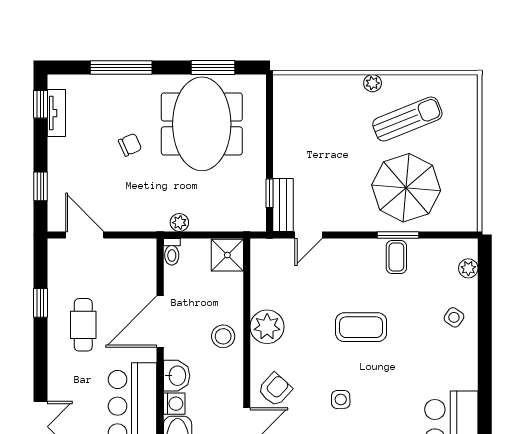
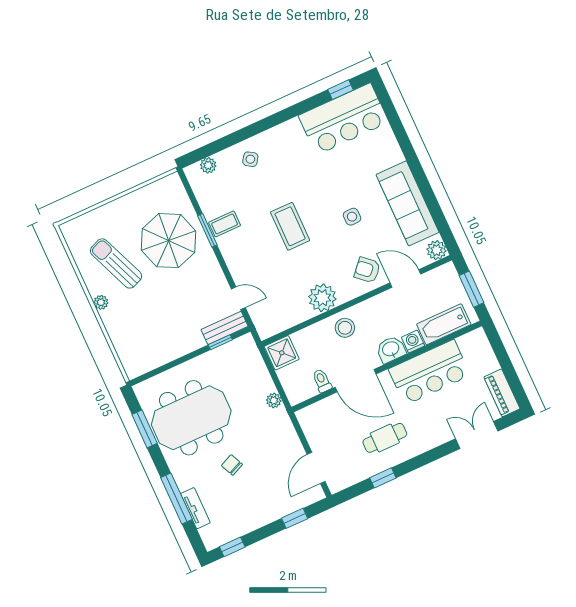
tv unit: (56, 113) -> (195, 508), moved, turned 90
toilet: (172, 252) -> (322, 381), moved, turned -90

